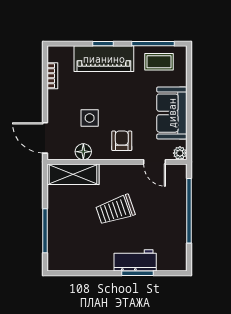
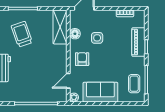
piano: (104, 59) -> (138, 42), width x0.73, depth x0.75
armchair: (122, 141) -> (82, 59), turned -90
trolley: (115, 210) -> (22, 34), moved

